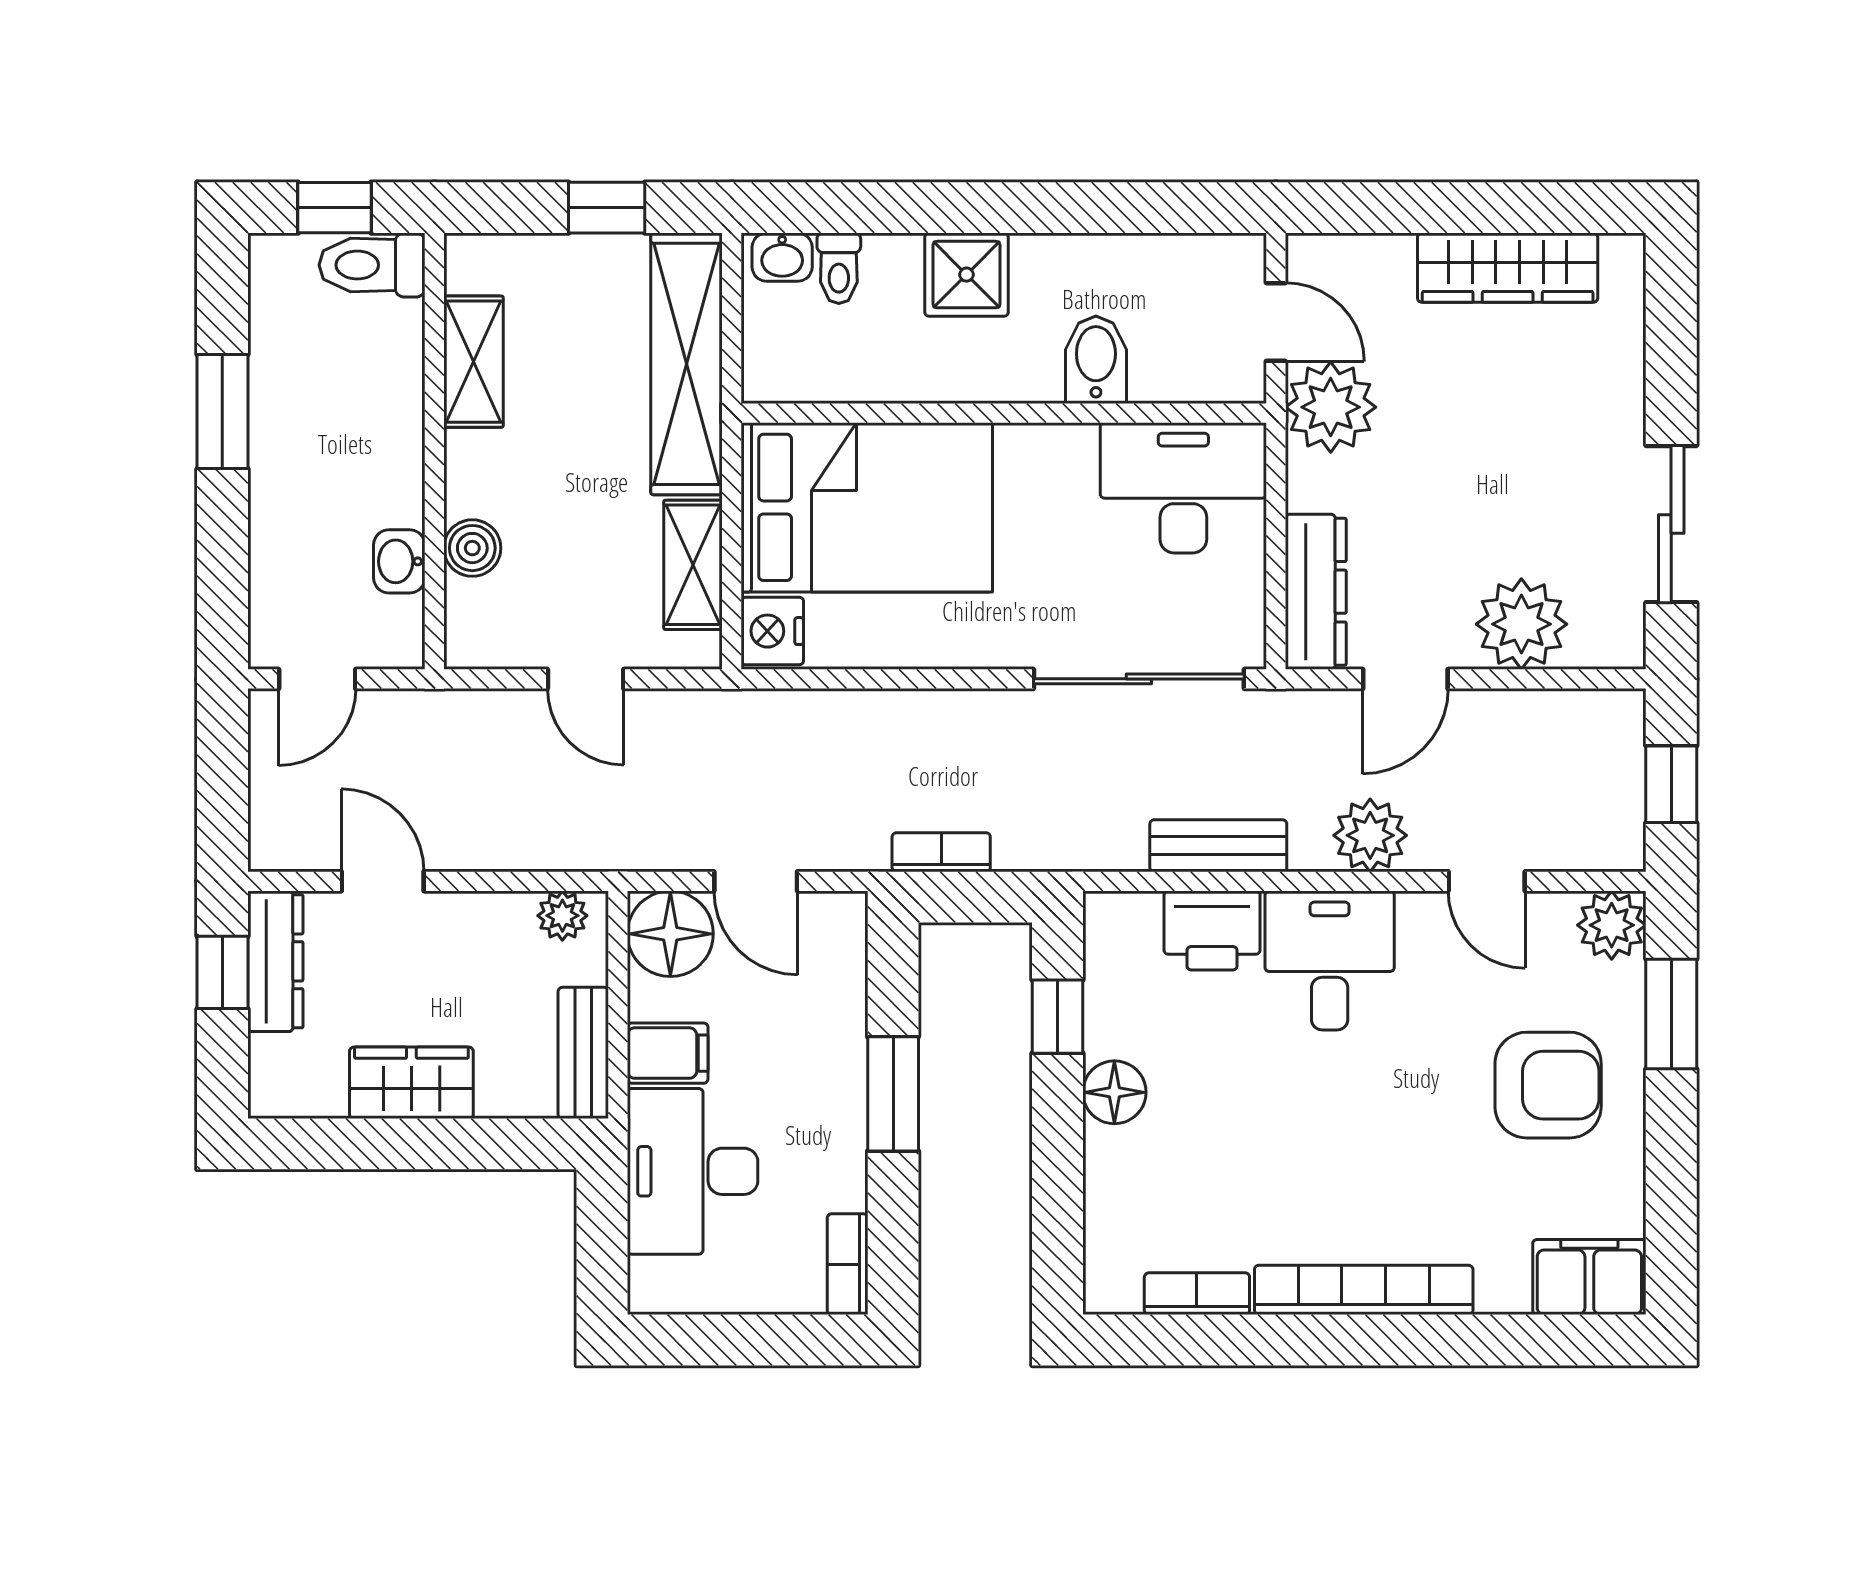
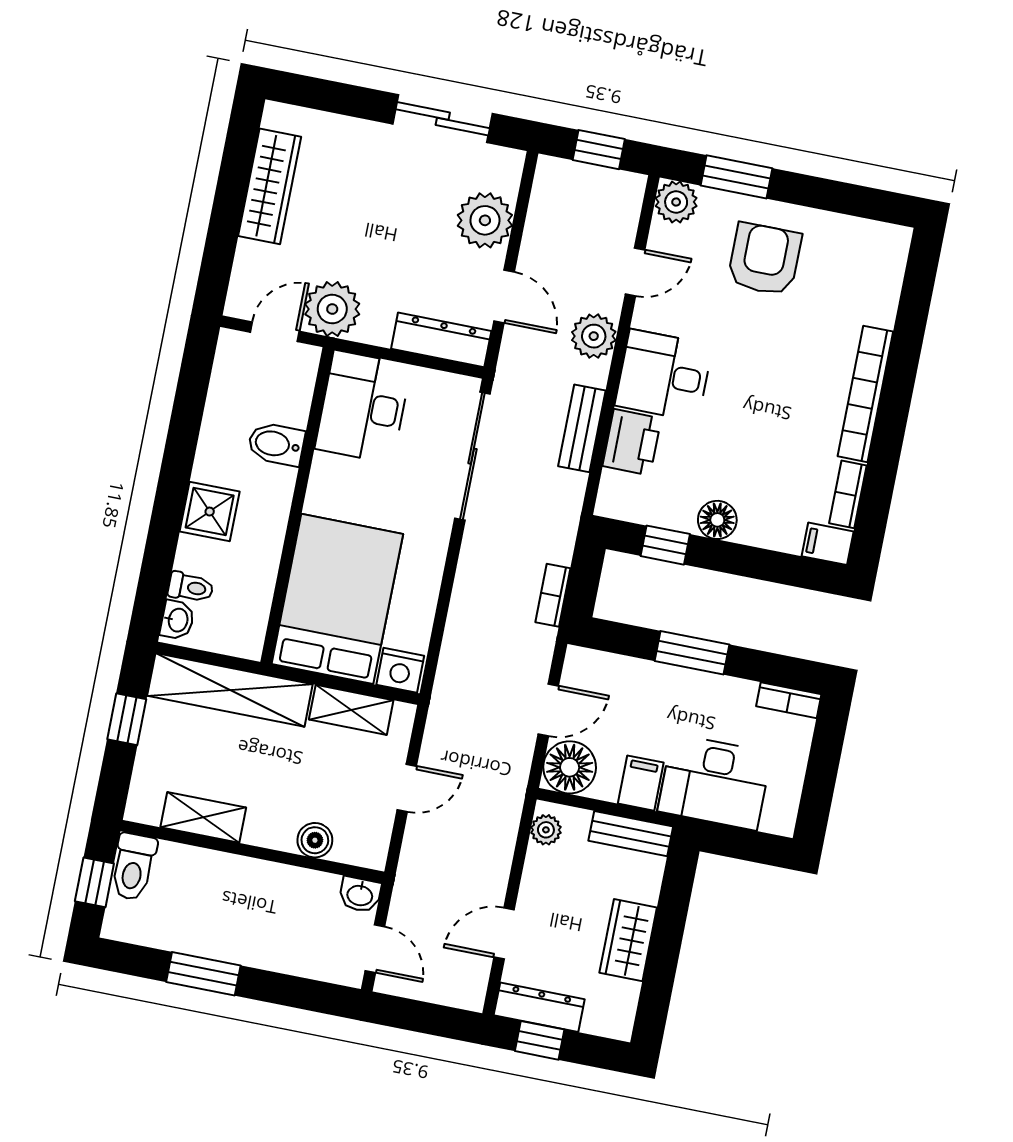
washbasin: (399, 561) -> (360, 895), moved
filing cabinet: (1589, 1277) -> (828, 544), moved, width x0.50

